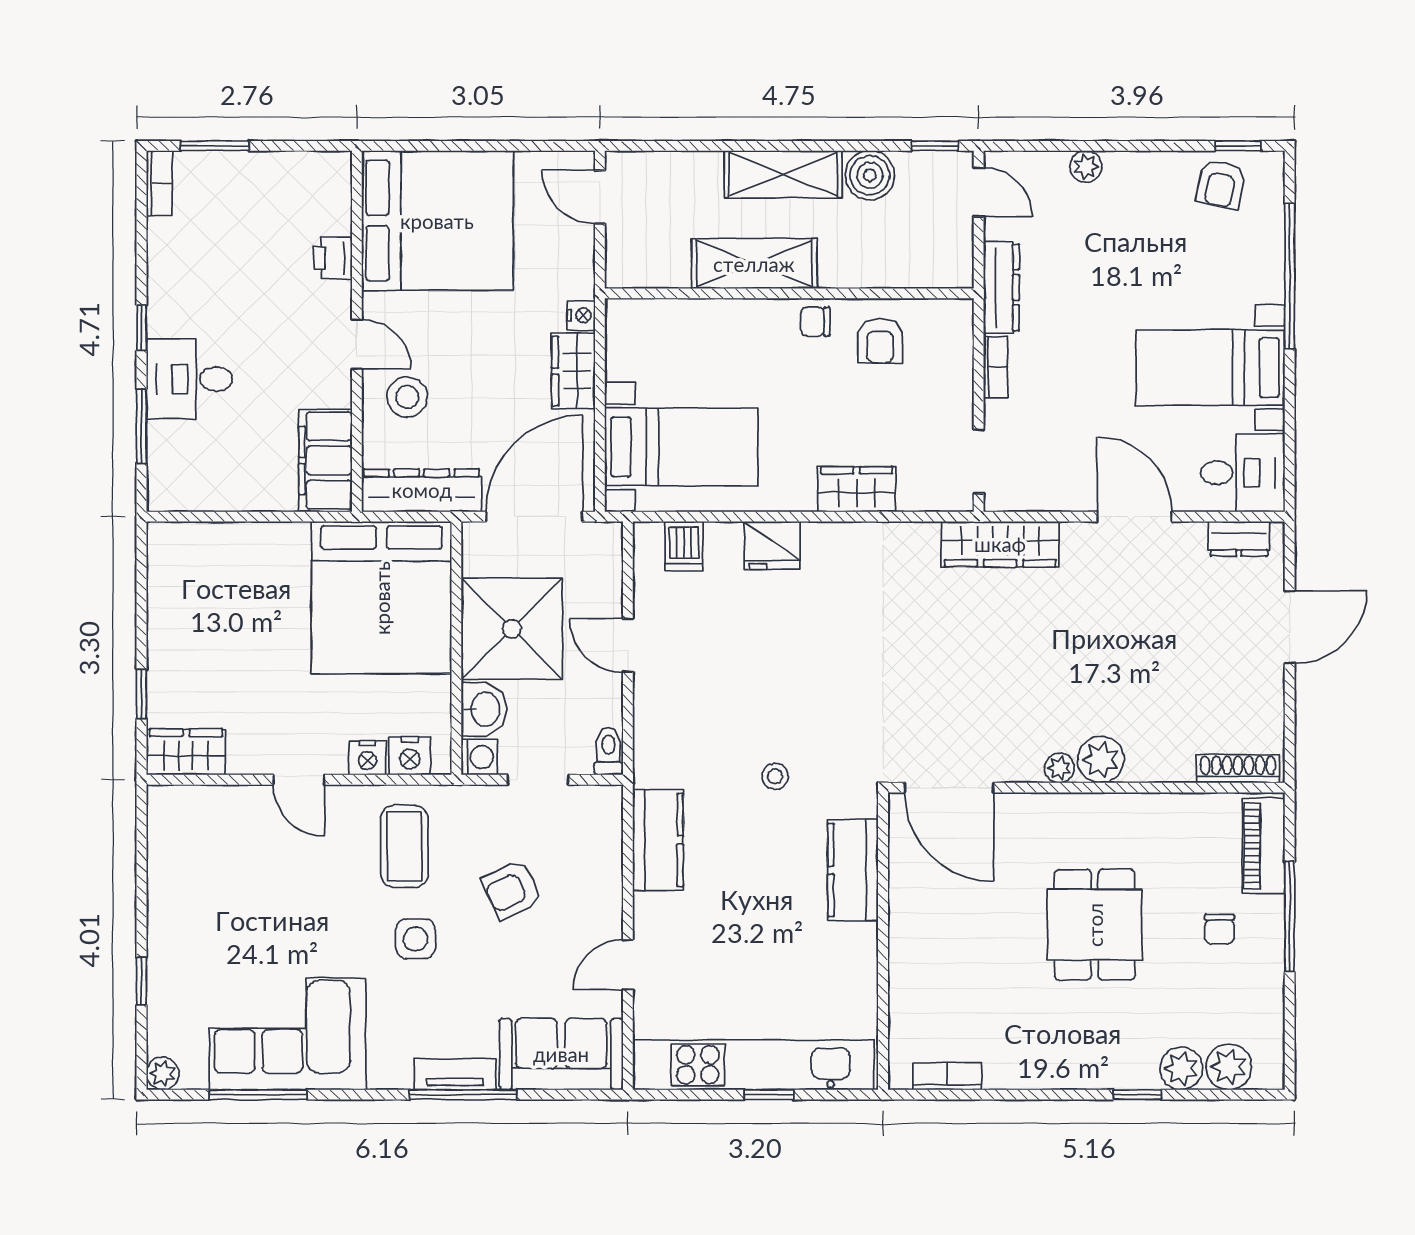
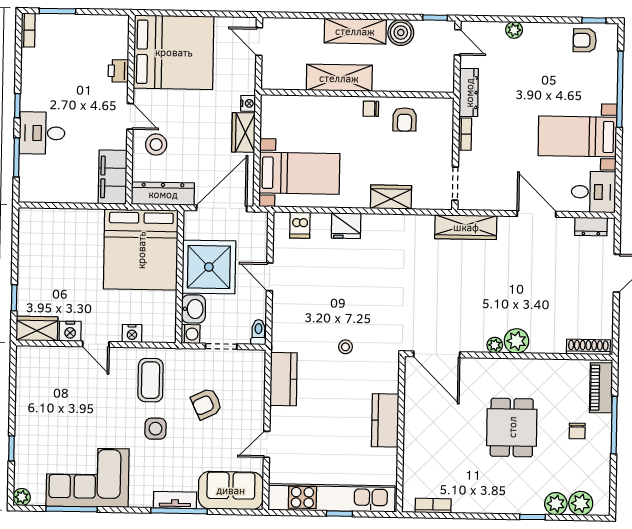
armchair: (1221, 184) -> (585, 40), turned 78
nightstand: (410, 756) -> (70, 331), moved
kitchen counter: (853, 870) -> (385, 420), moved

